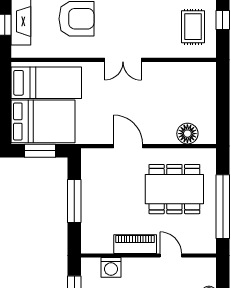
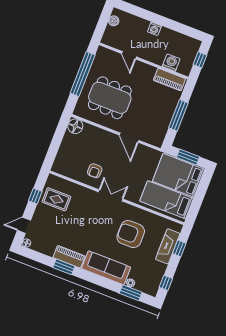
rug: (193, 27) -> (56, 199), turned 90
armchair: (157, 84) -> (95, 171), added
floor lamp: (187, 134) -> (75, 126), moved
piano: (135, 244) -> (169, 80), moved

